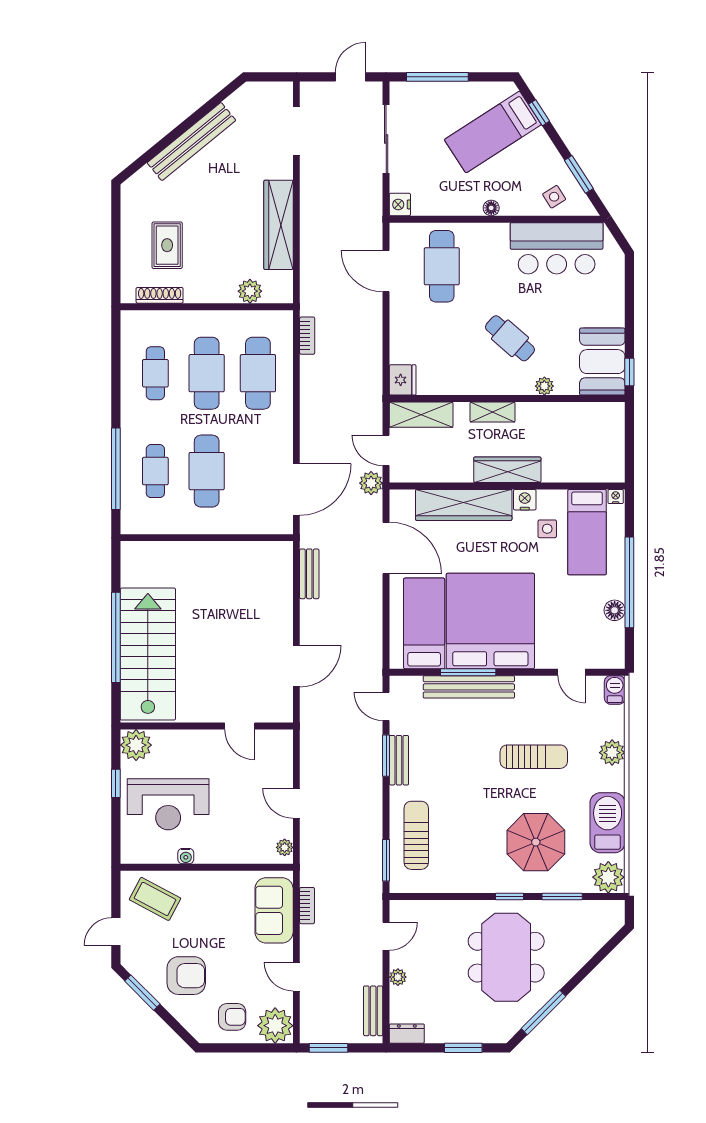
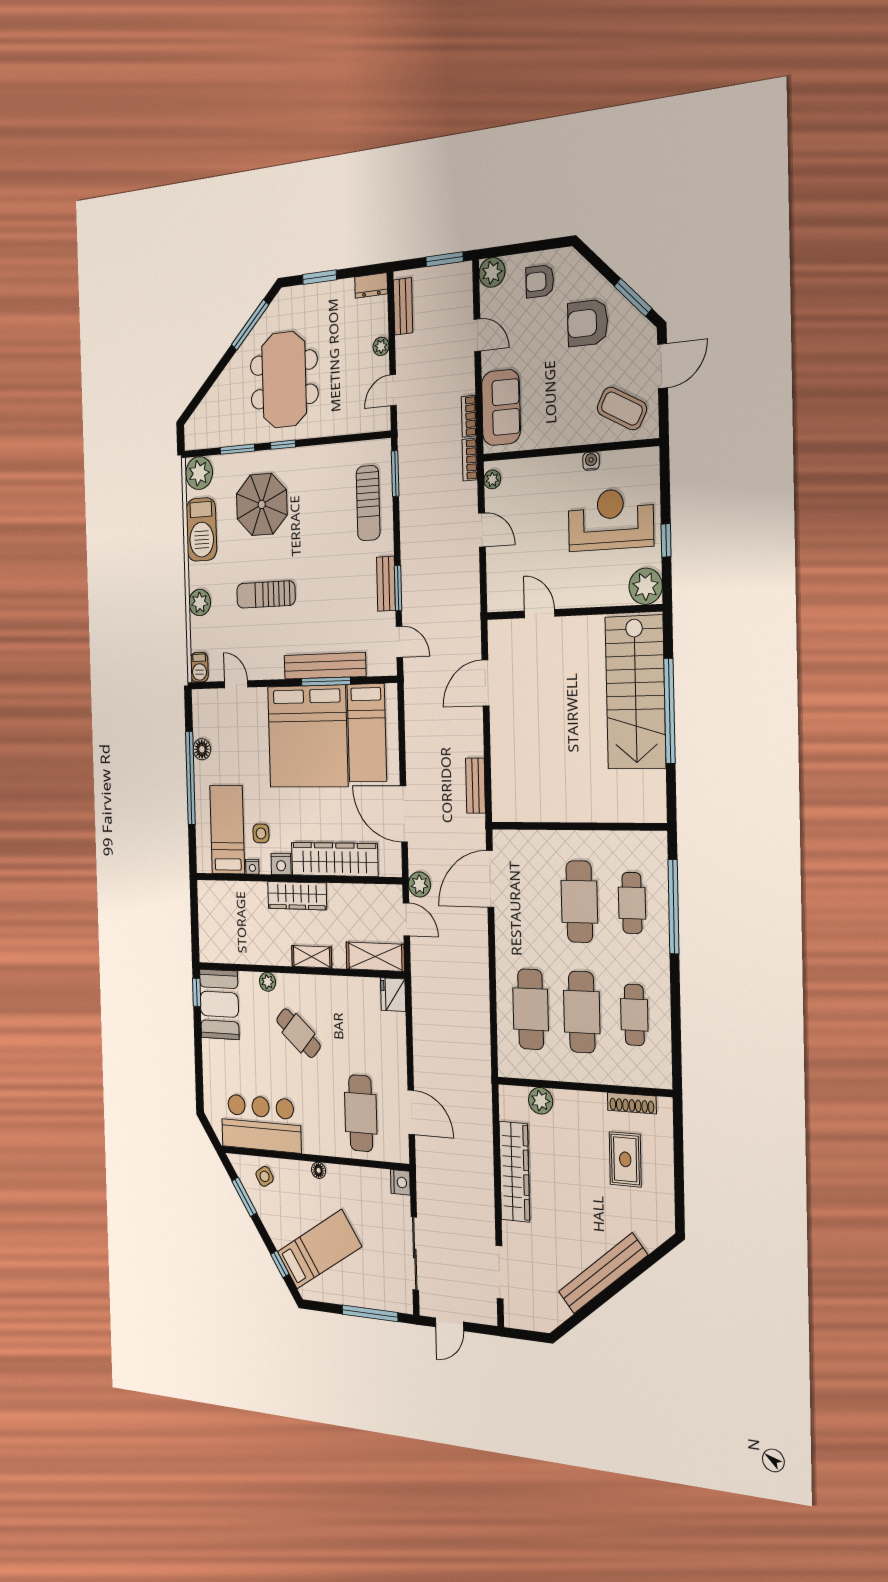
bookcase: (307, 336) -> (470, 460), moved
nightstand: (616, 497) -> (252, 867), moved
door: (116, 931) -> (663, 366), width x1.38
plant: (275, 1026) -> (492, 272), width x0.73, depth x0.73

